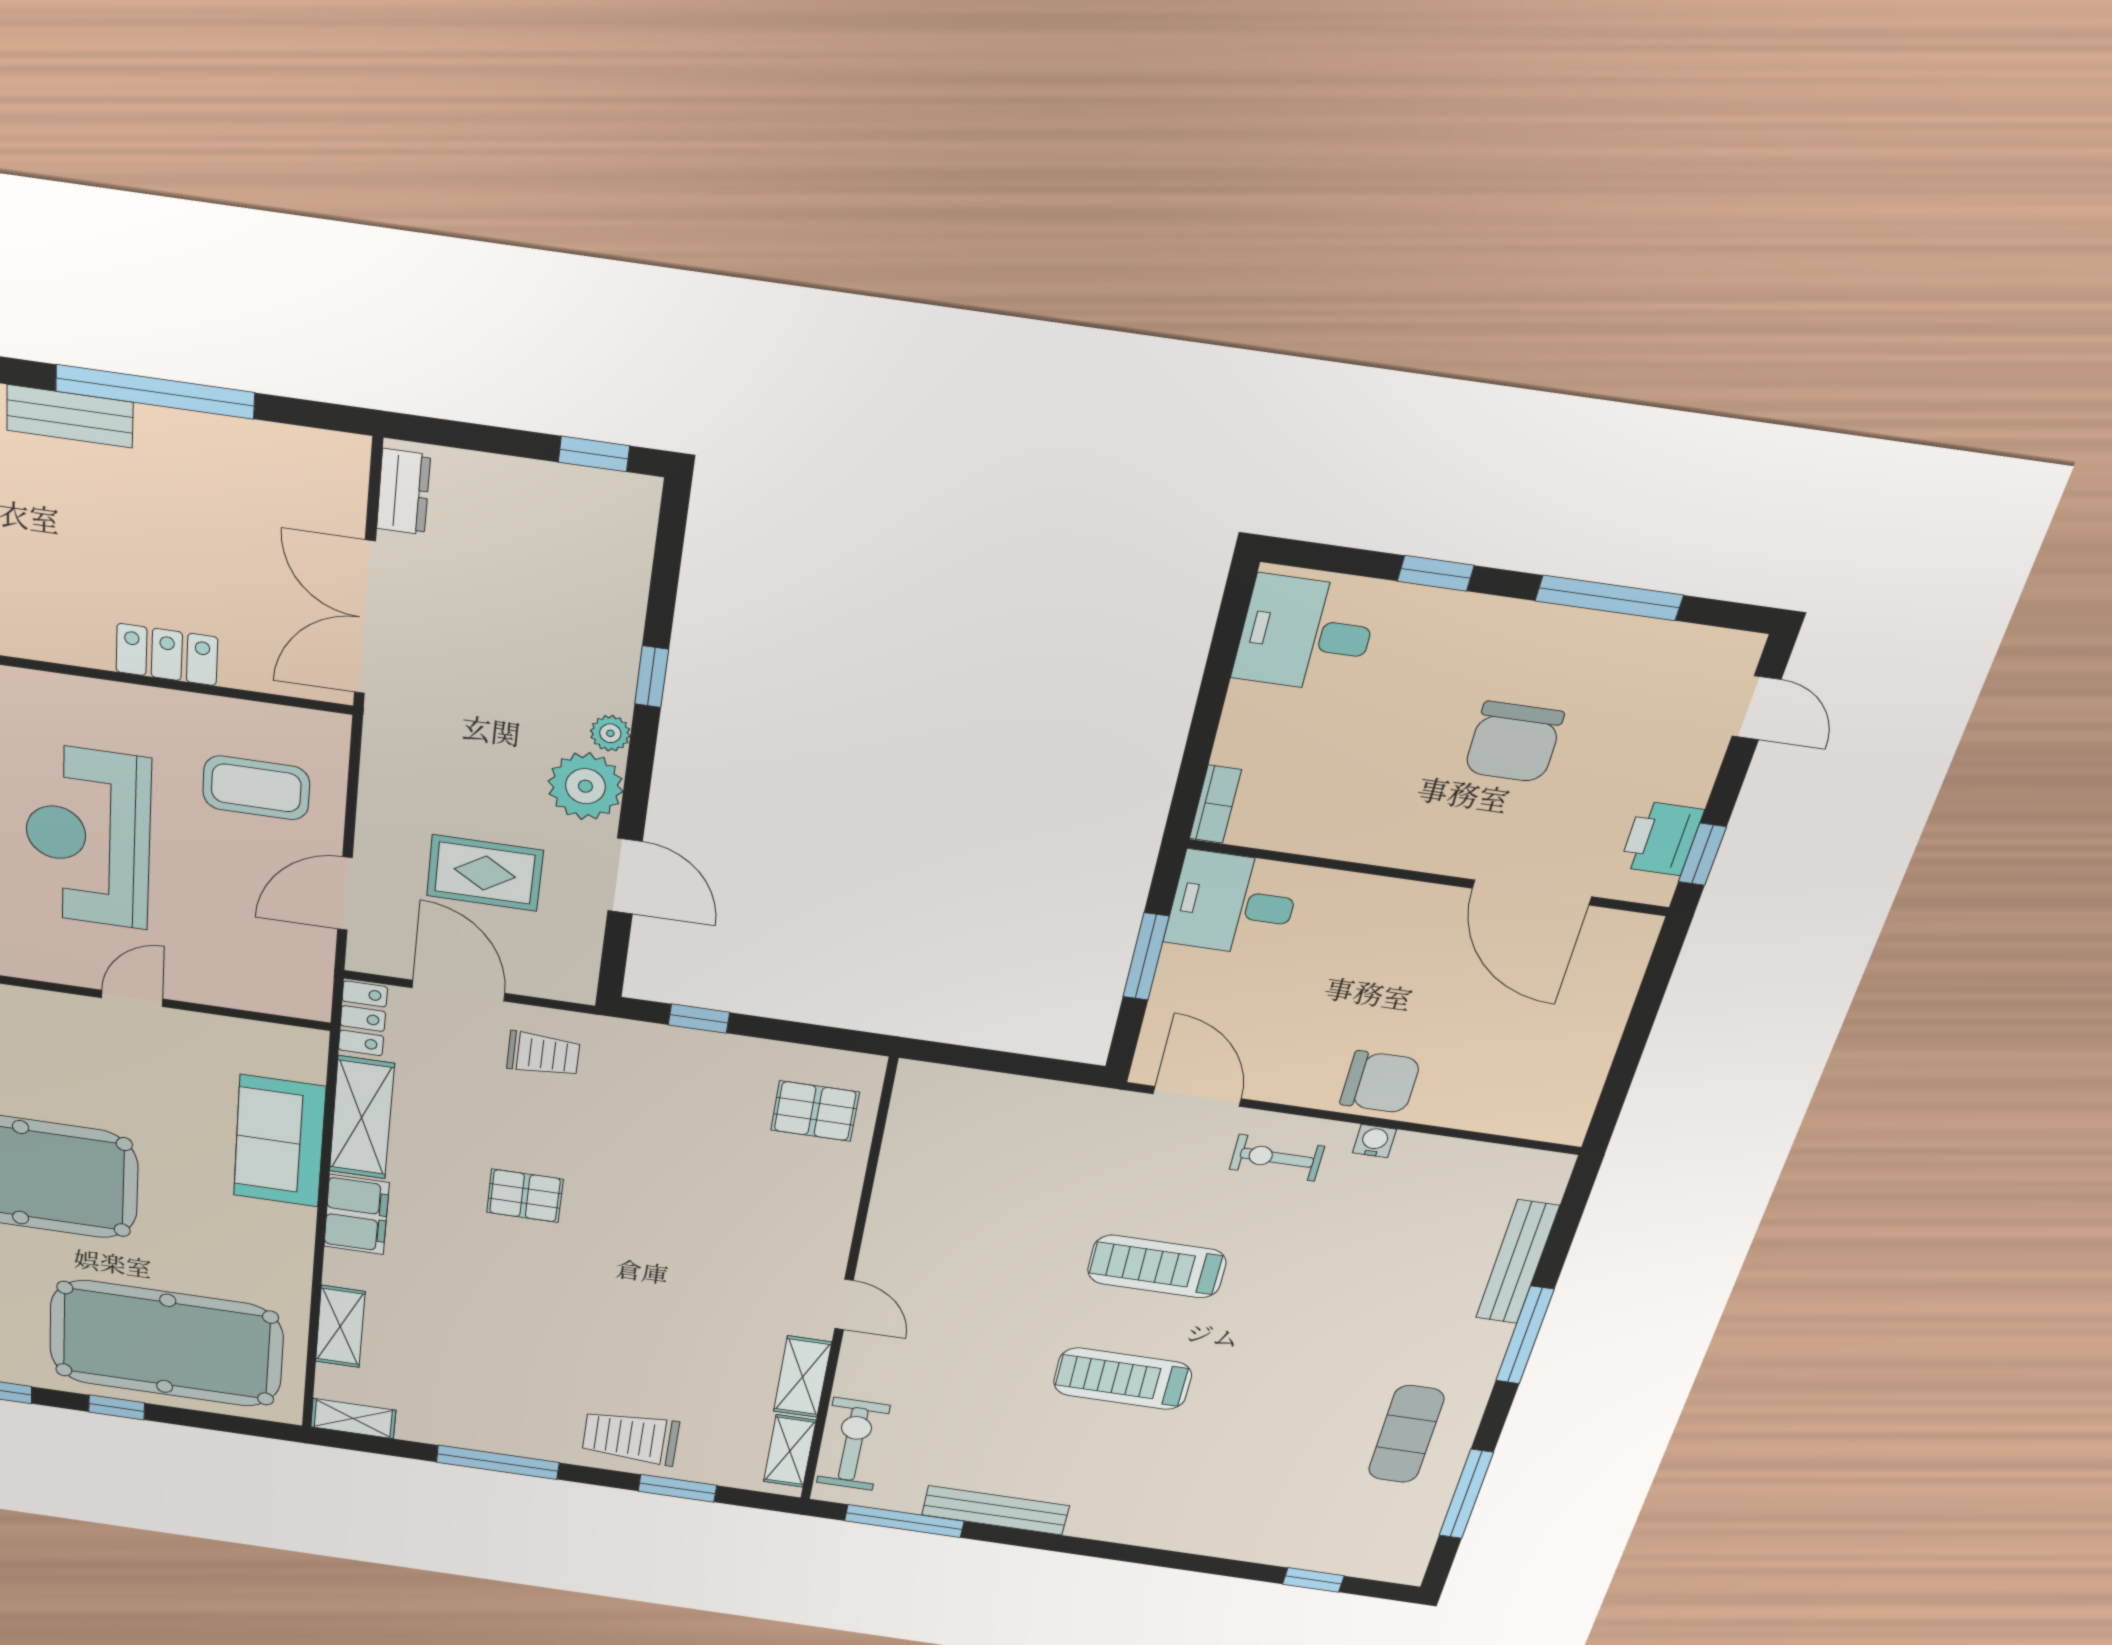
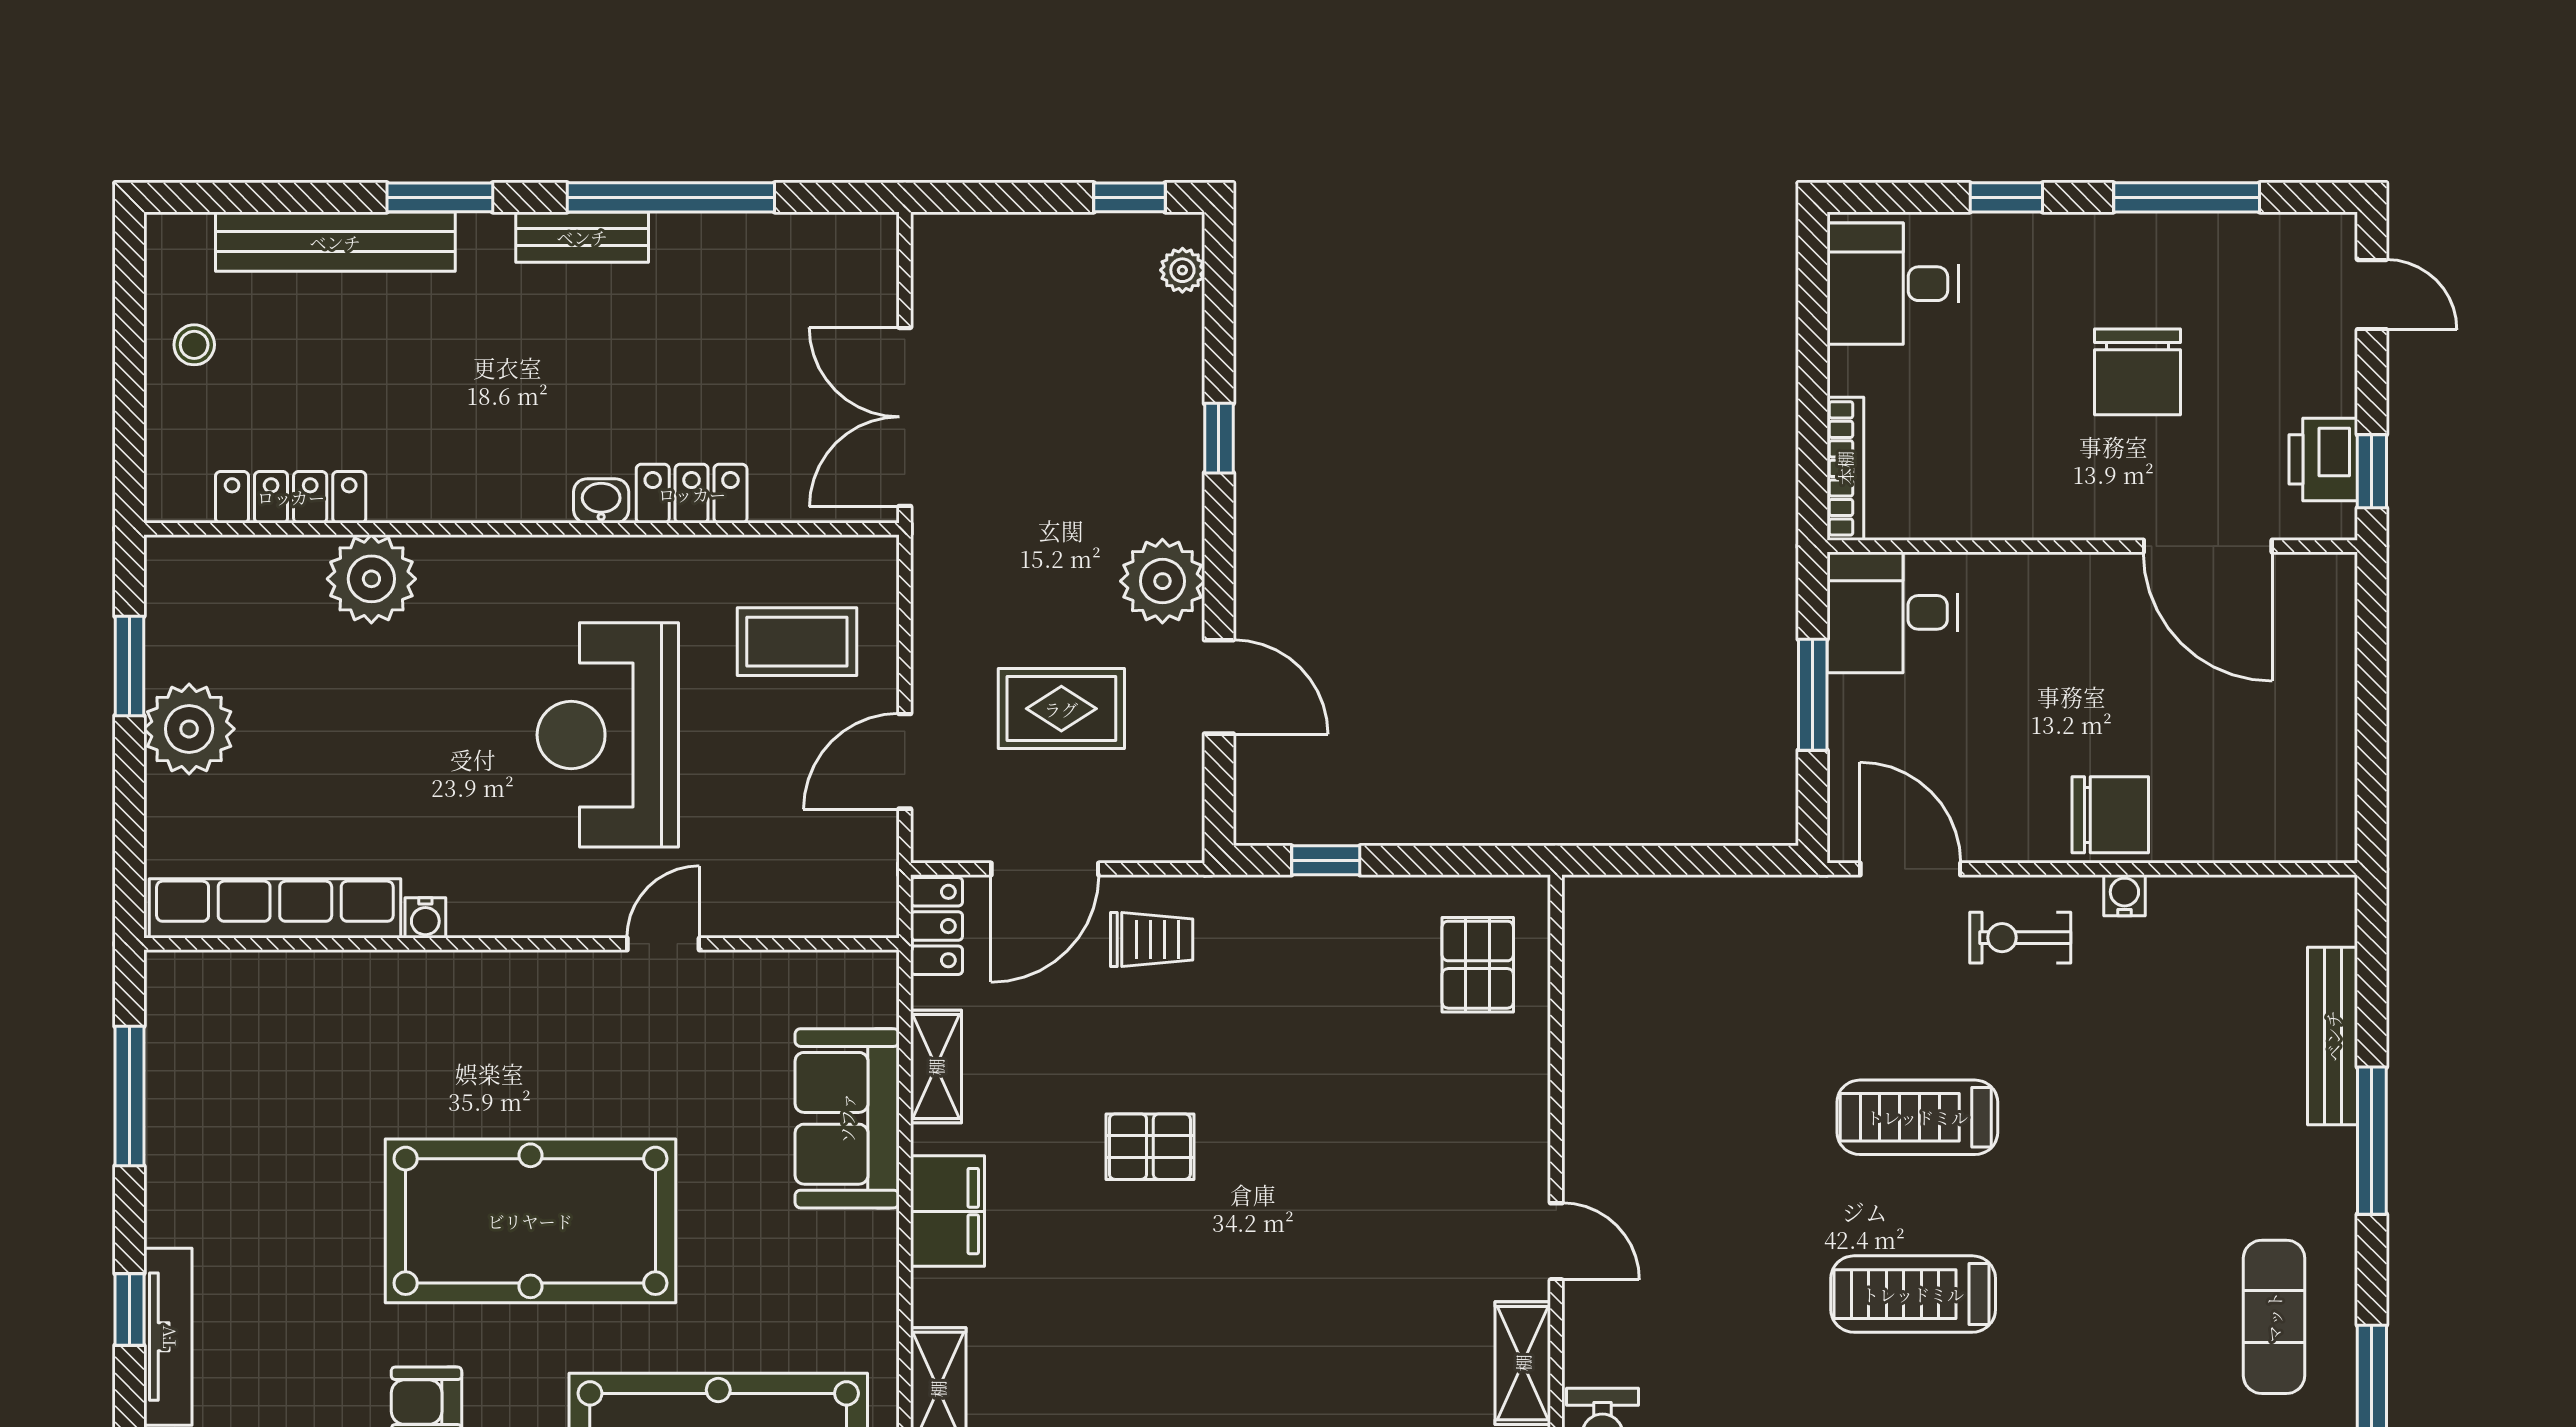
dresser: (403, 492) -> (936, 268), removed
washbasin: (85, 649) -> (601, 501), added
plant: (610, 733) -> (1182, 270), moved
bookcase: (1215, 804) -> (1845, 468), width x1.56
door: (458, 991) -> (1045, 869), swing flipped
pallet: (815, 1111) -> (1478, 965), turned 90
shelving: (362, 1118) -> (936, 1067), width x0.67, depth x0.75

